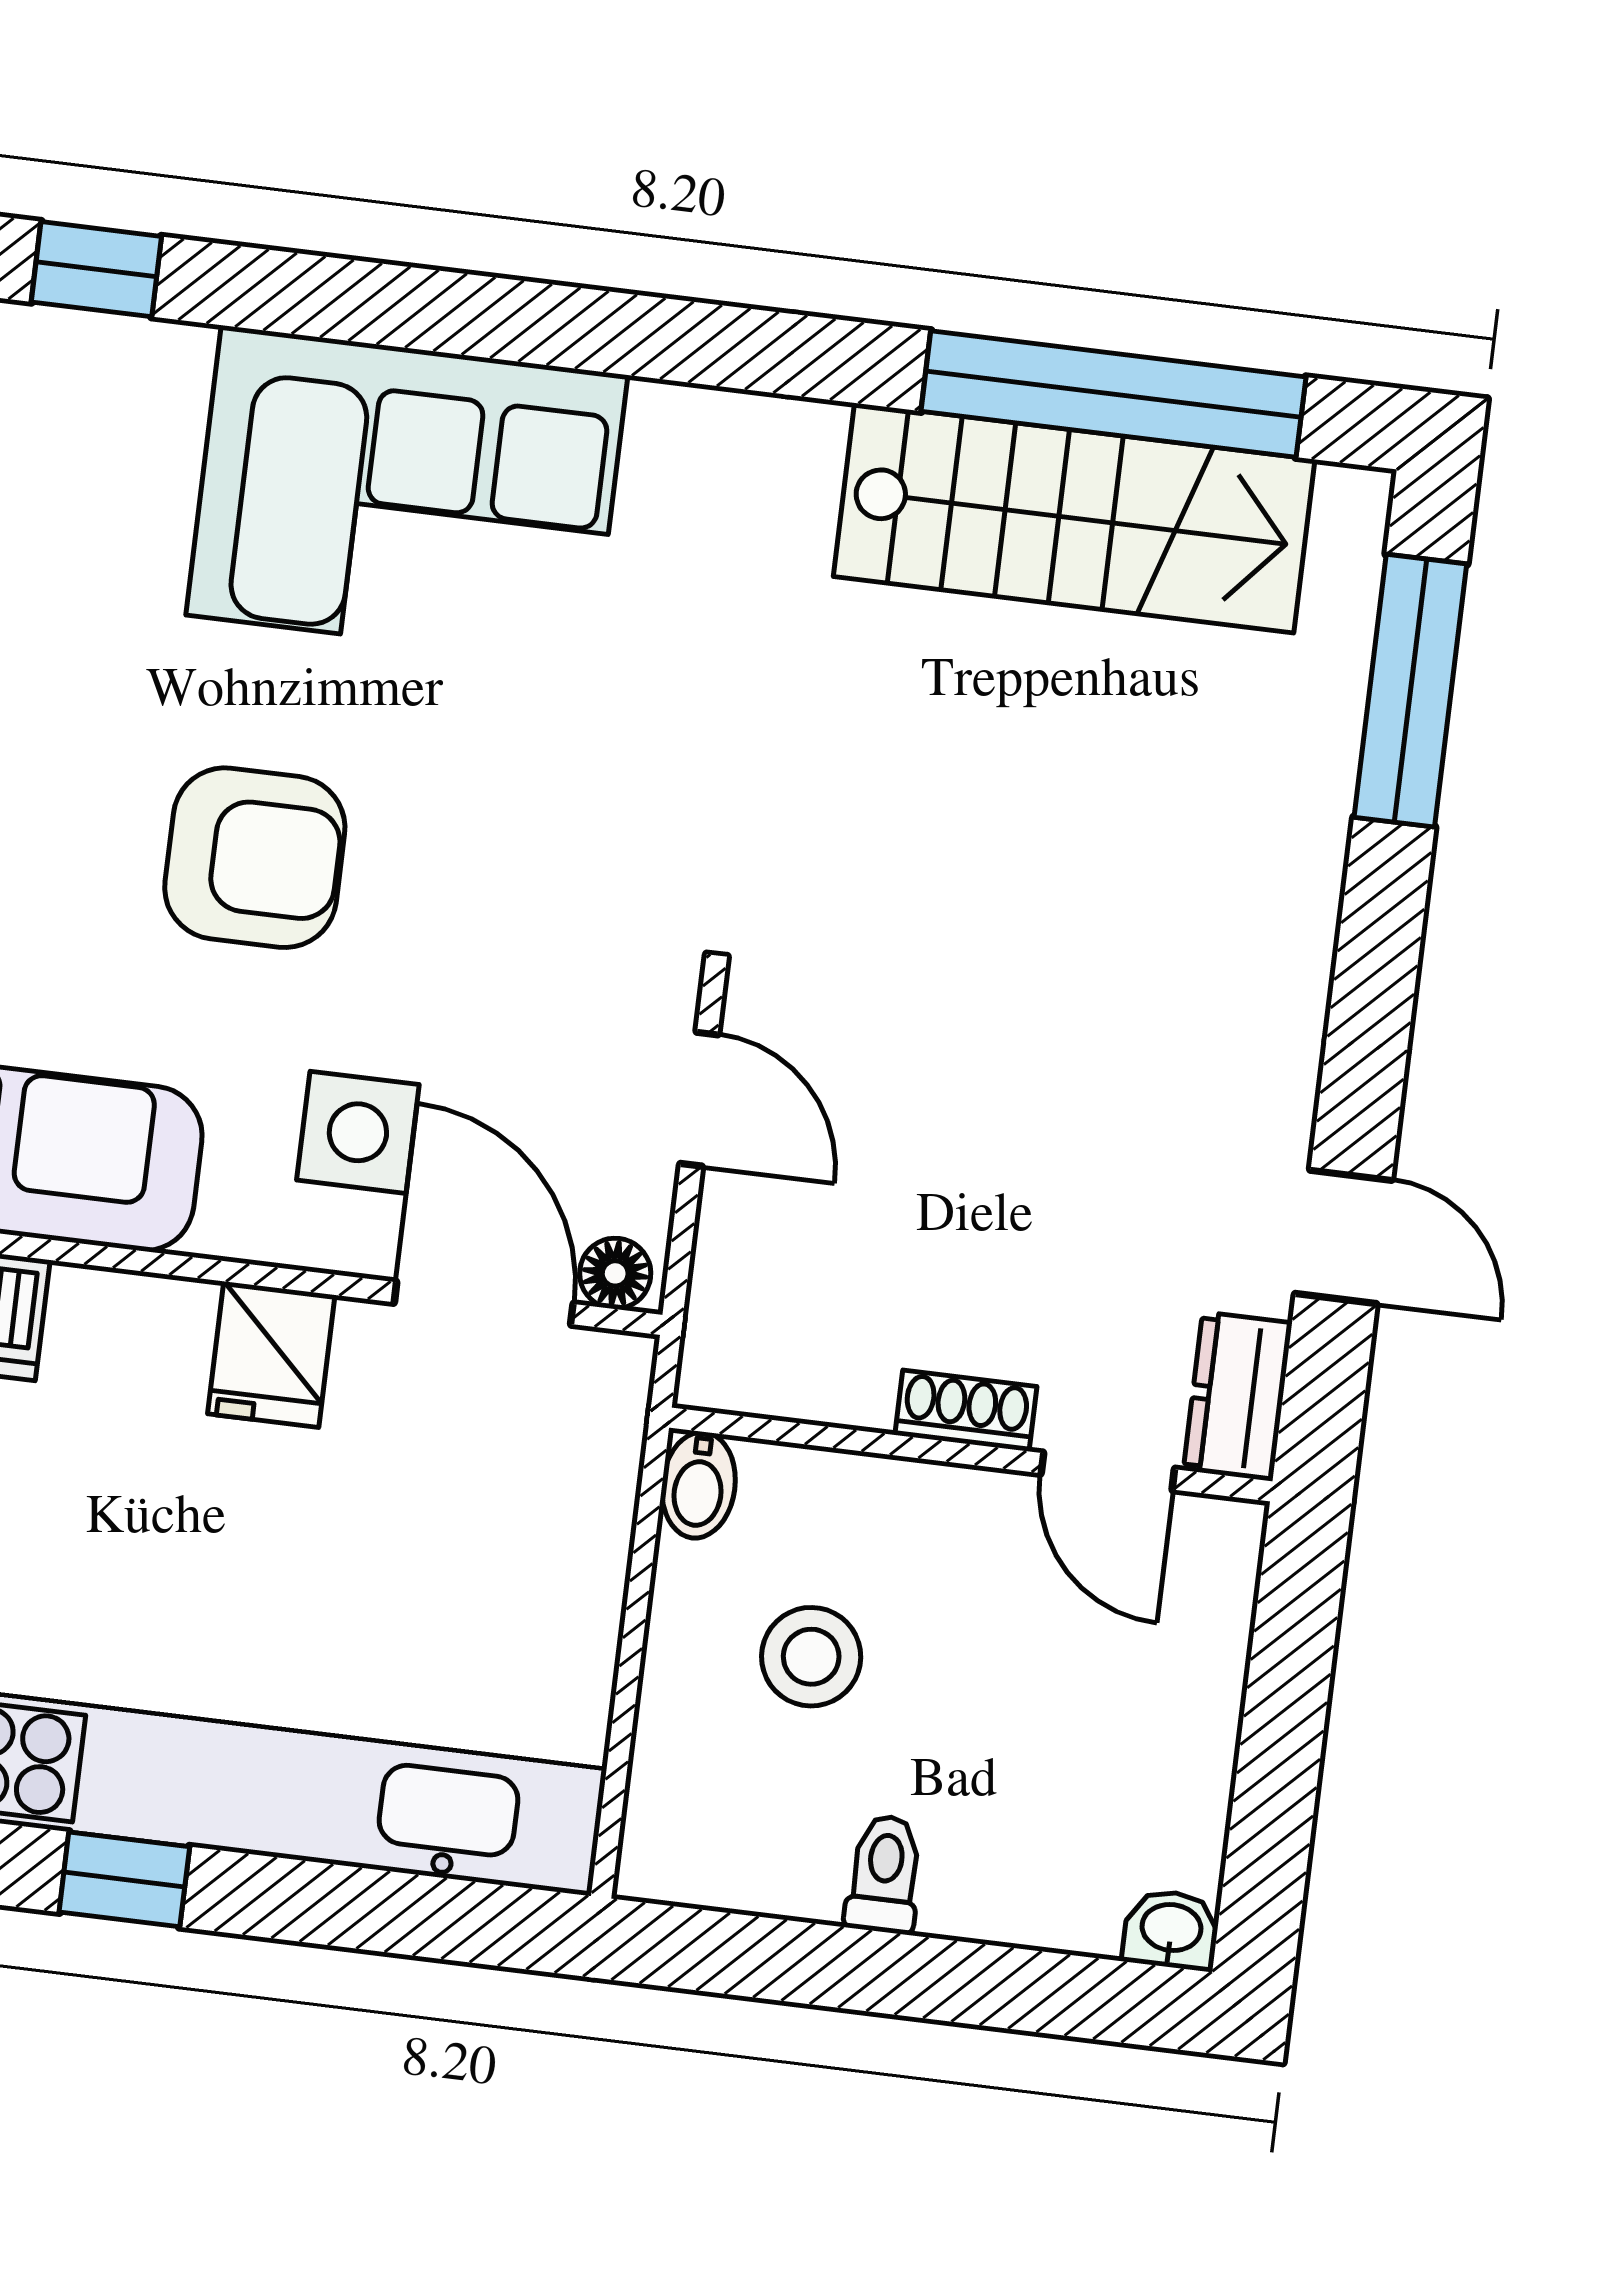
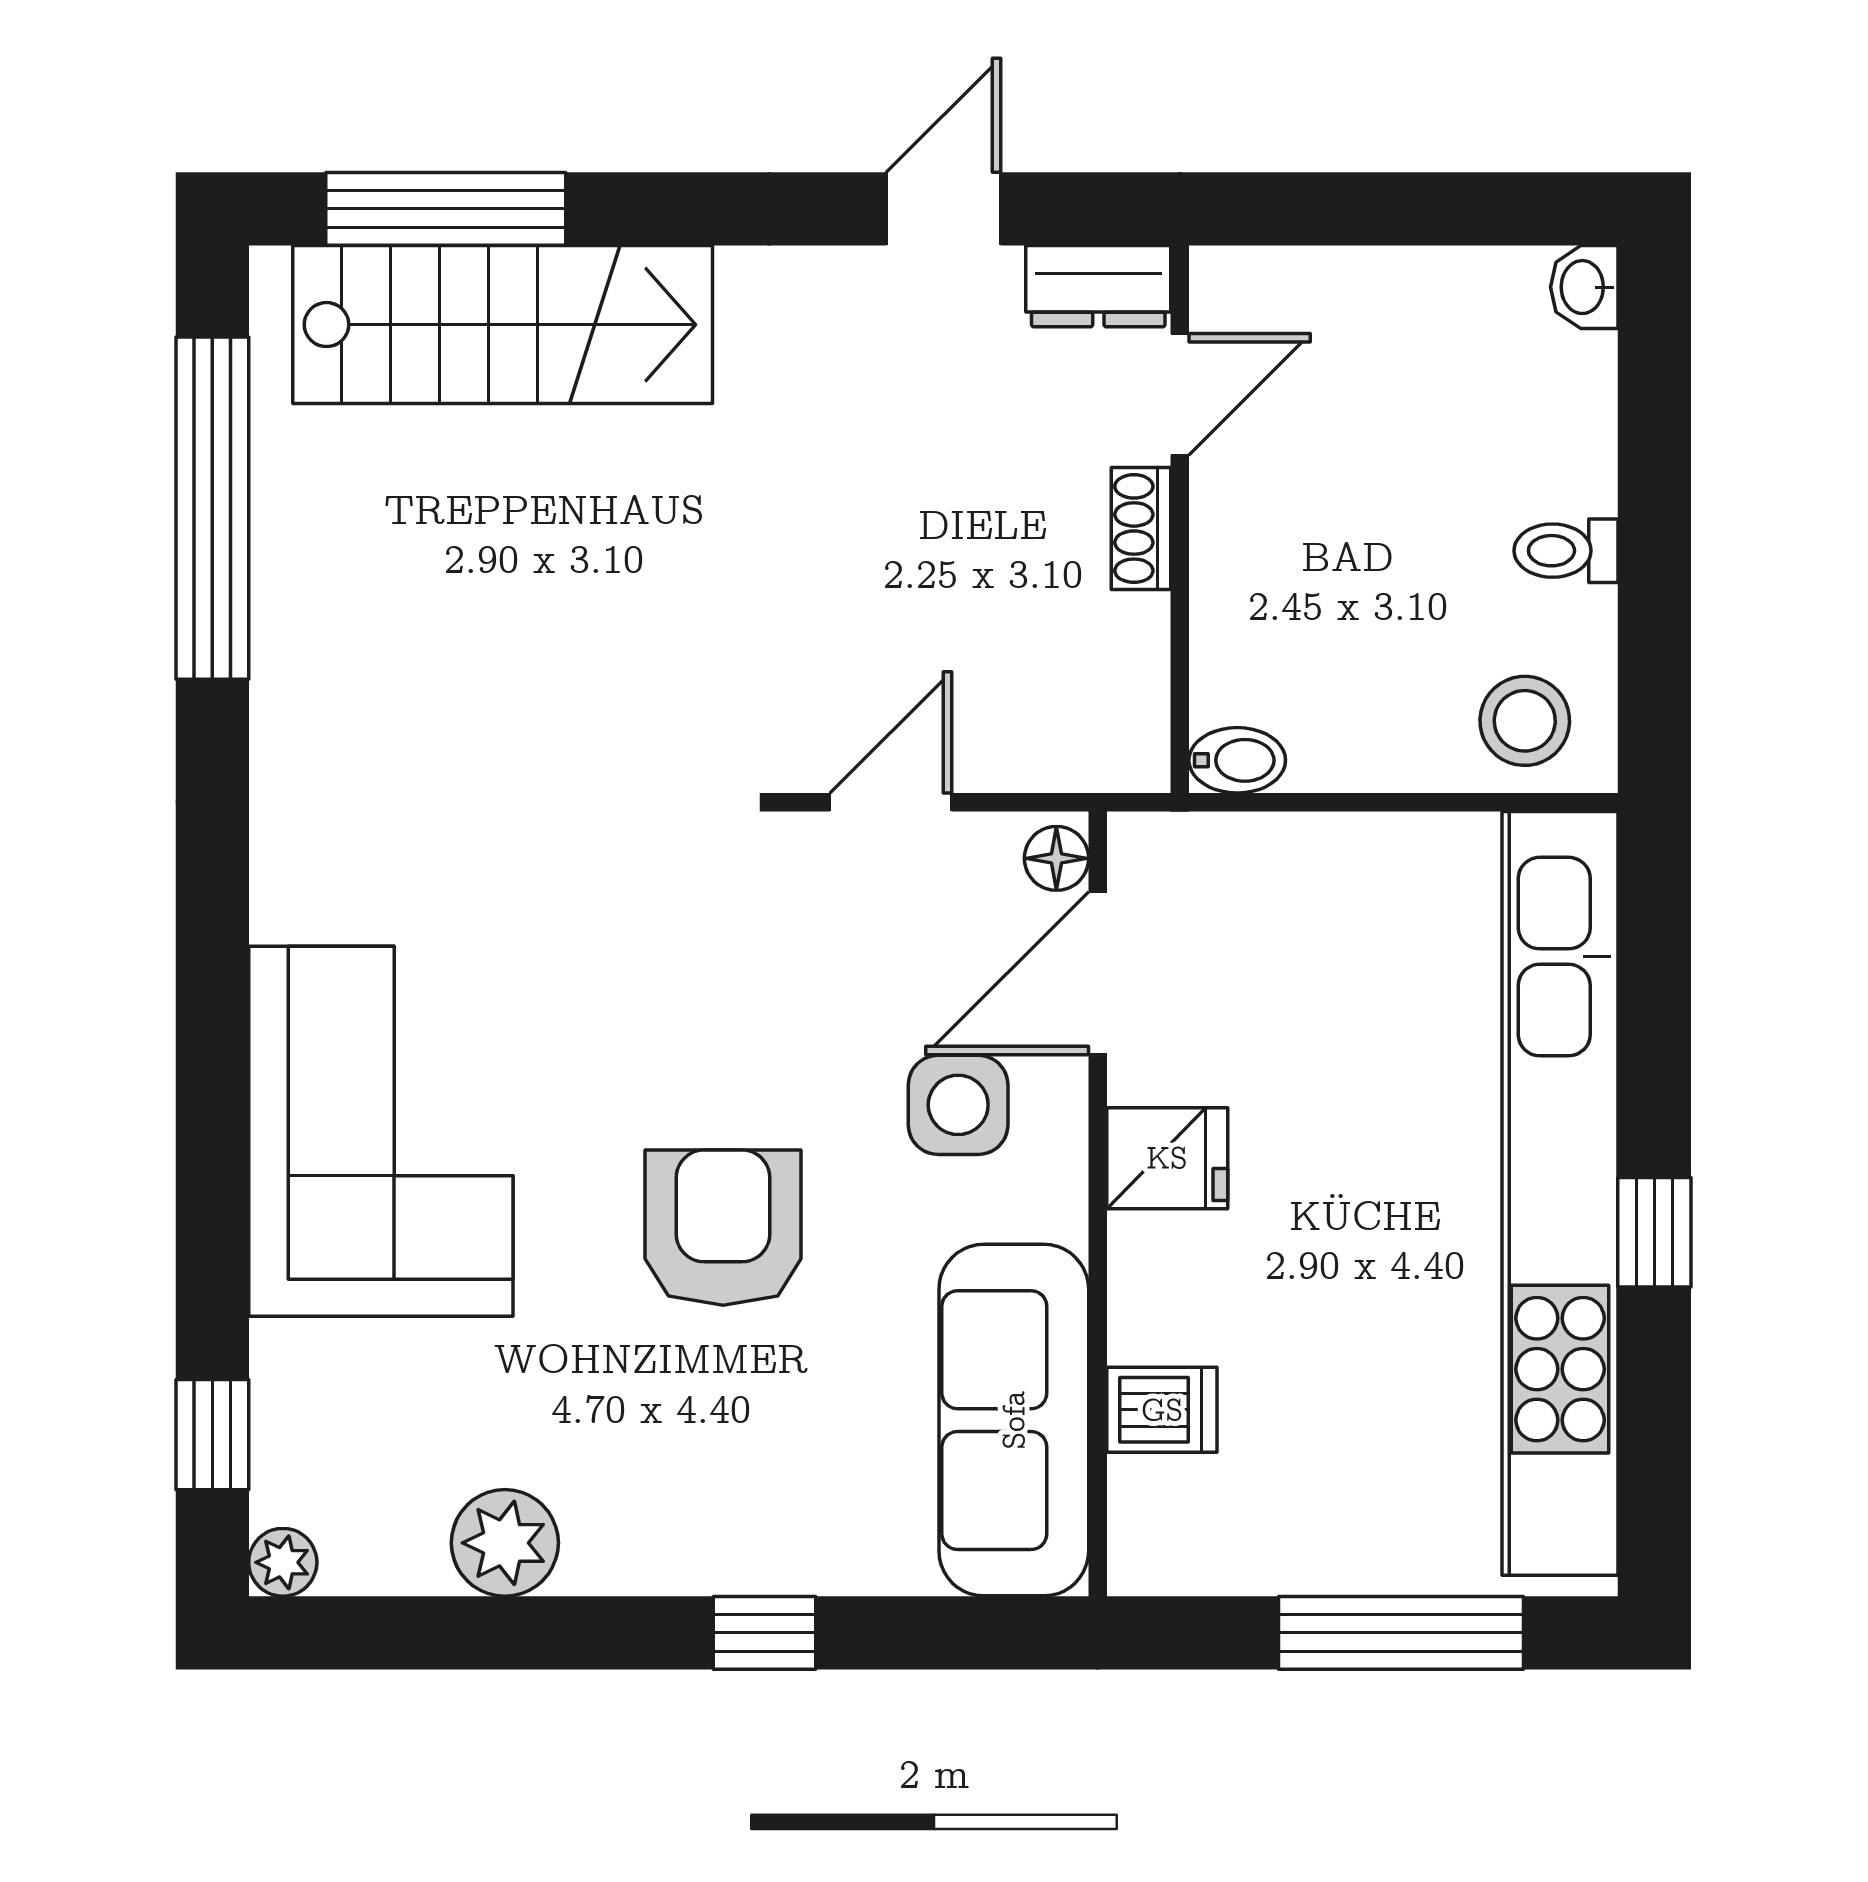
stairs: (1074, 518) -> (503, 325), moved, turned 90
stool: (811, 1657) -> (1525, 721), moved

